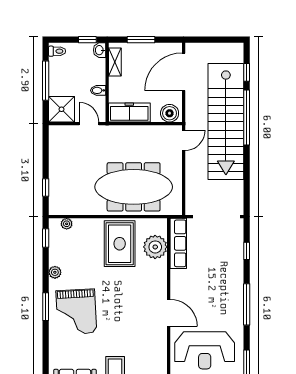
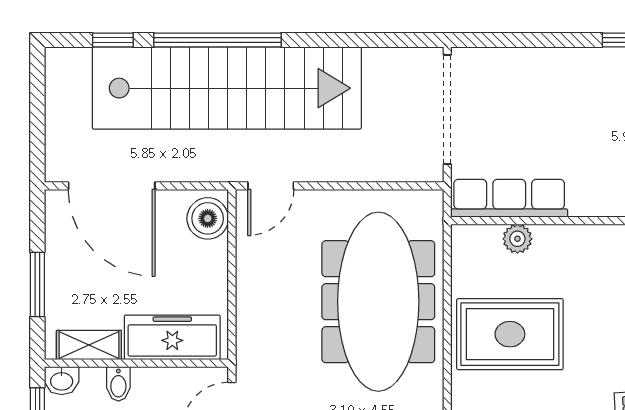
bidet: (98, 90) -> (118, 384), moved
freezer: (129, 113) -> (172, 337), moved, turned 90
door: (184, 140) -> (271, 186), swing flipped
plant: (155, 247) -> (517, 239), width x0.53, depth x0.53
window: (247, 251) -> (527, 40), removed

